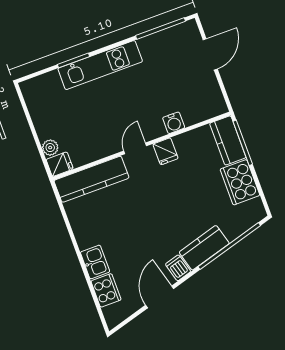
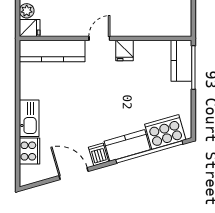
water cooler: (174, 123) -> (140, 29), removed
cooker: (240, 182) -> (165, 132), moved, turned 74
kitchen sink: (95, 262) -> (29, 118), width x1.38
door: (160, 297) -> (74, 174), hinge flipped

